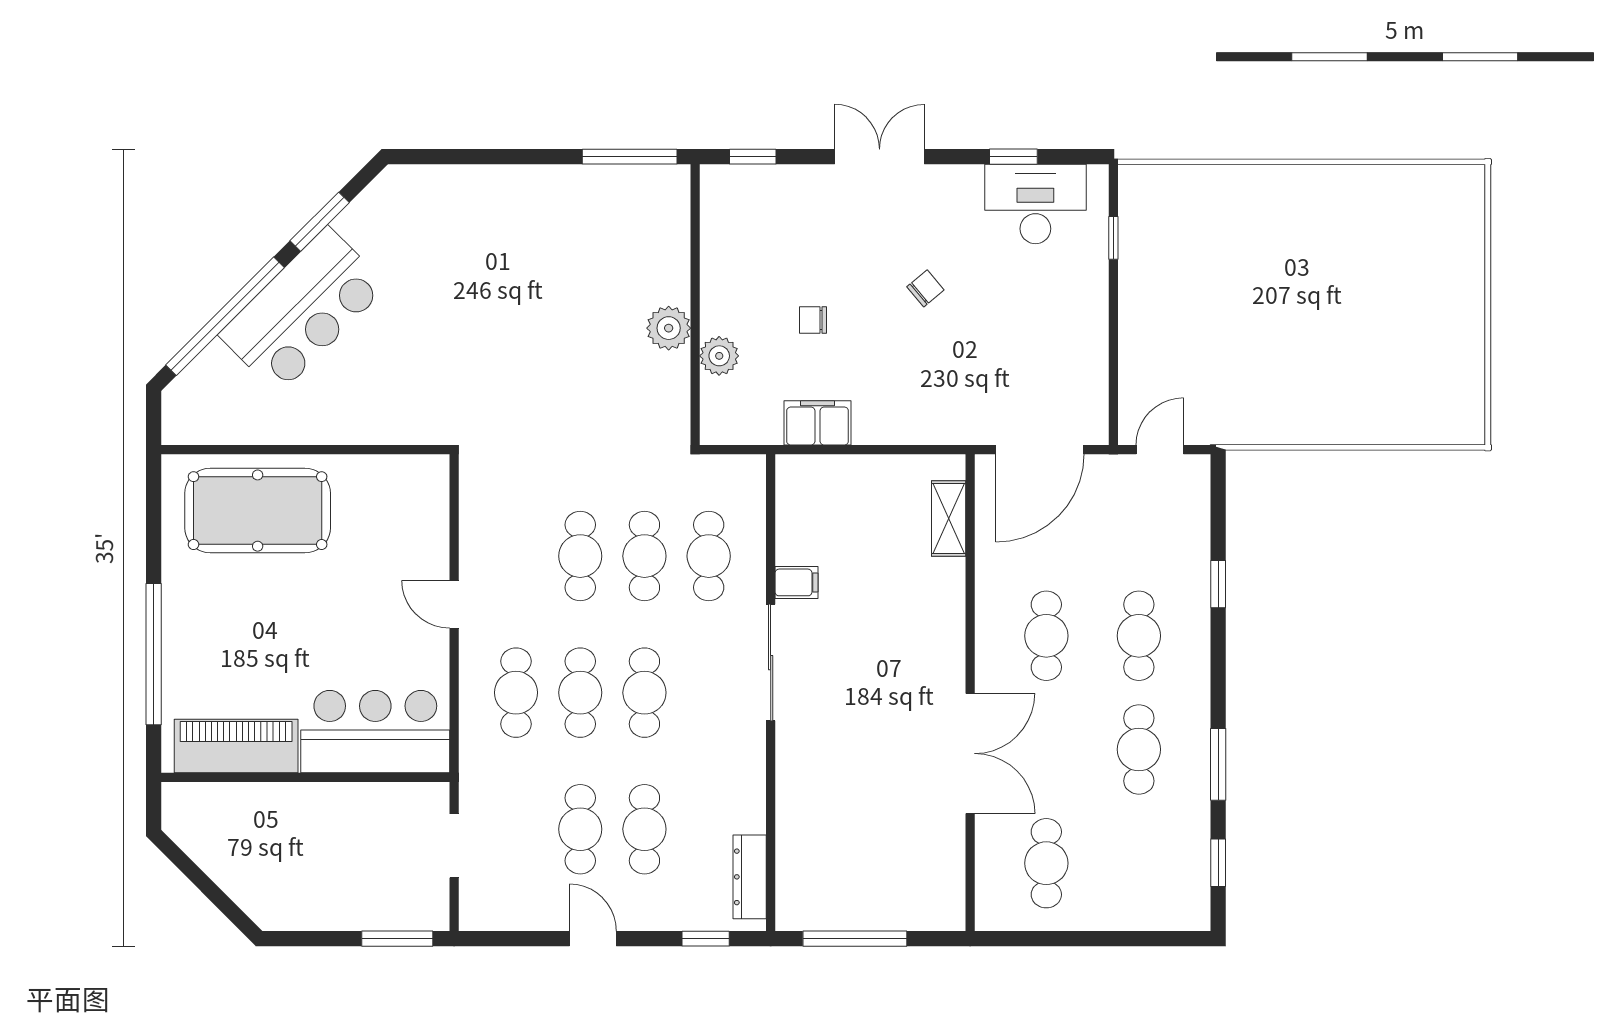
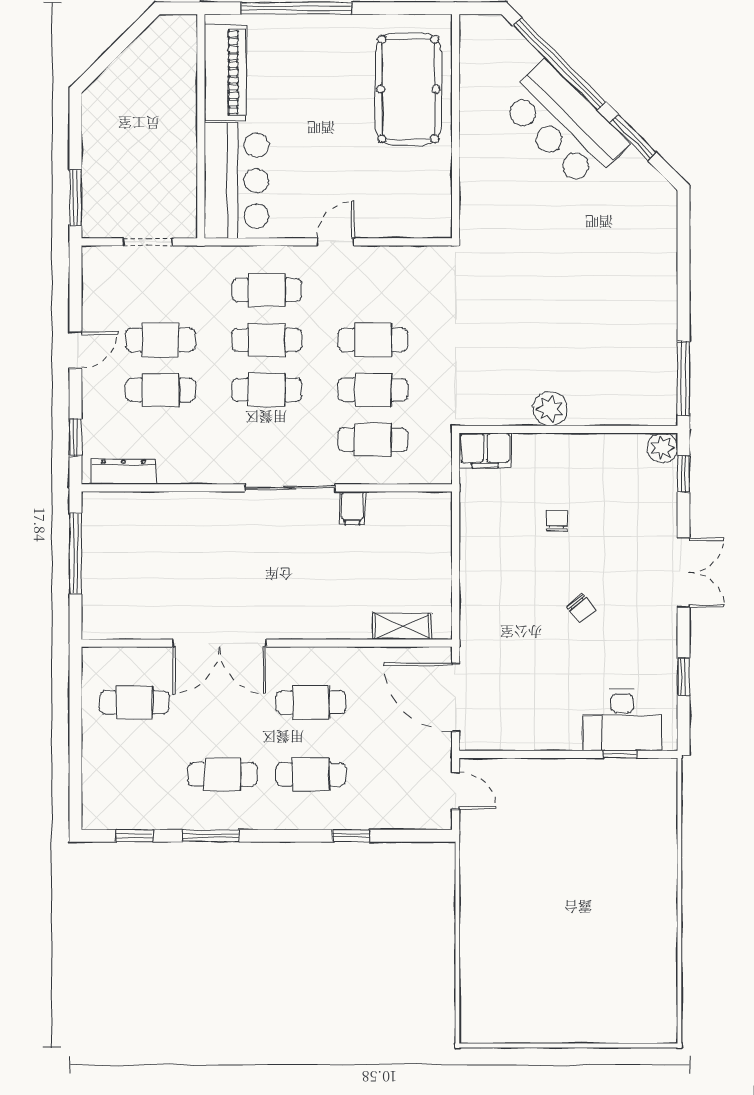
desk: (1035, 204) -> (622, 720), moved, turned 90
plant: (719, 356) -> (662, 448), moved
filing cabinet: (818, 423) -> (485, 450), moved, turned 90

